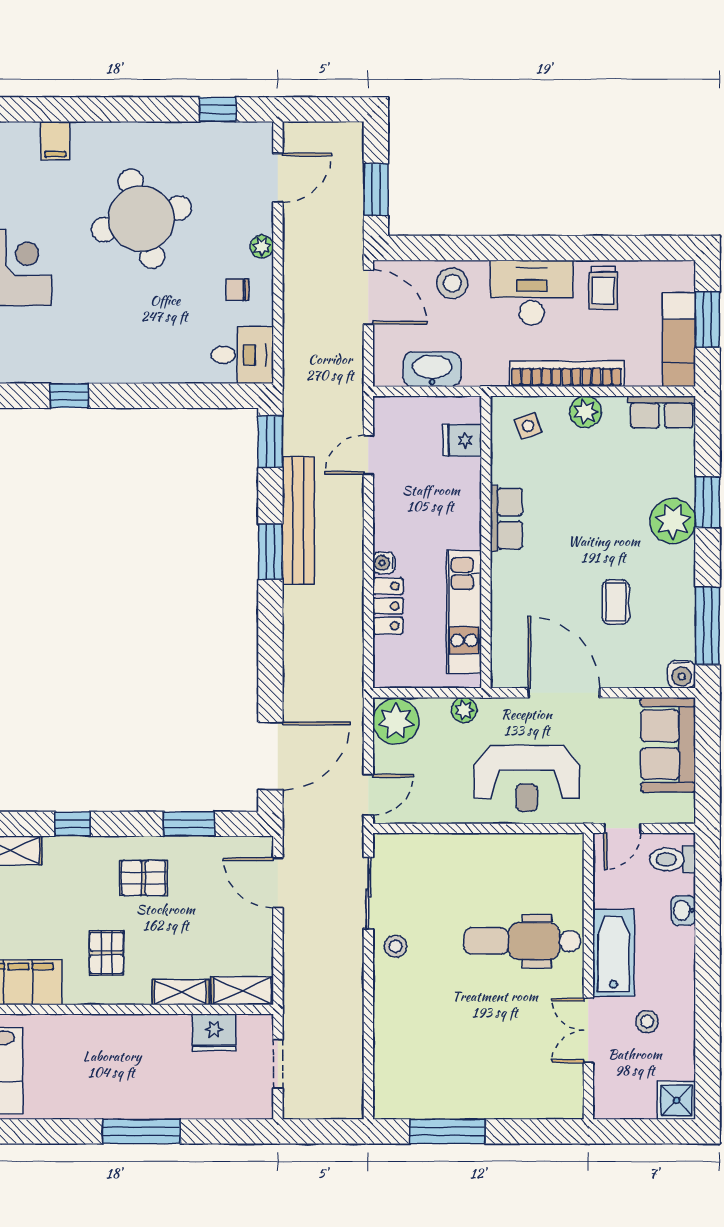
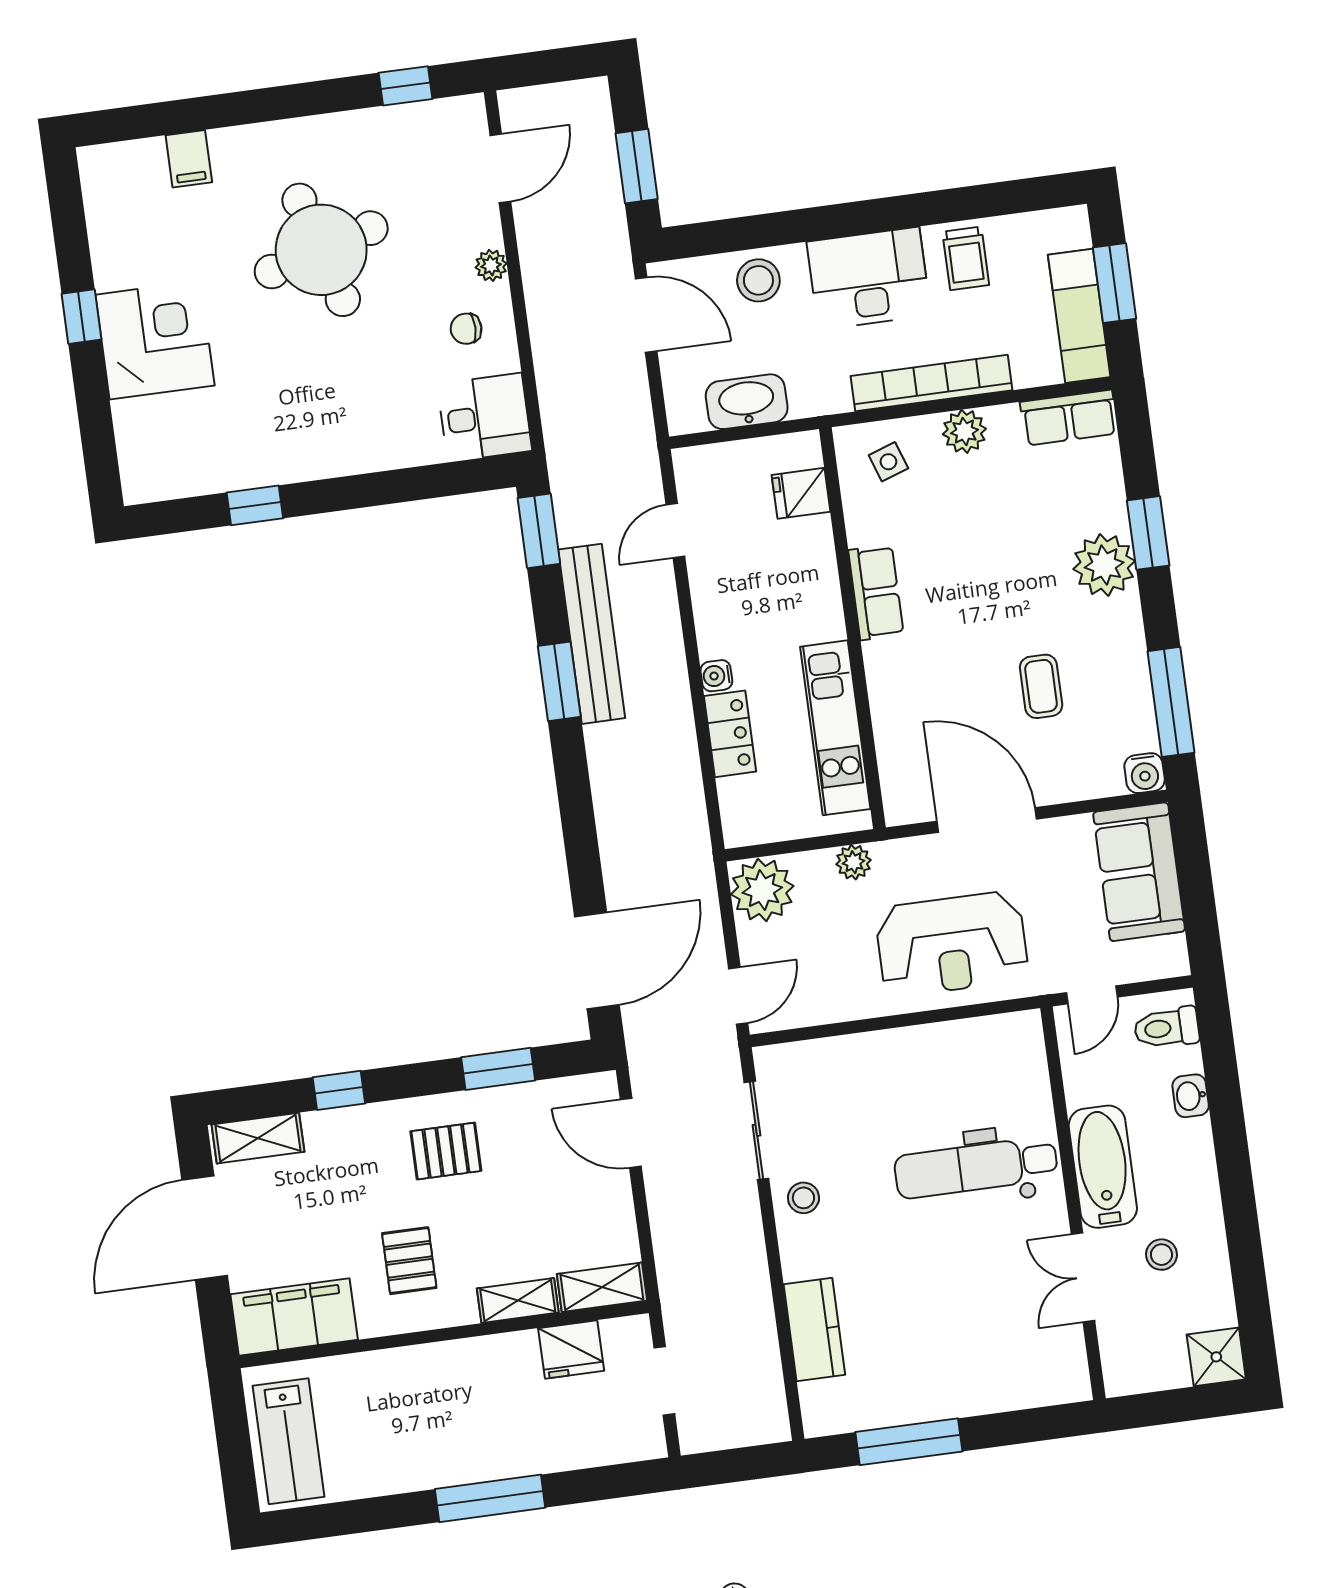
kitchen counter: (391, 1042) -> (814, 1330), added

